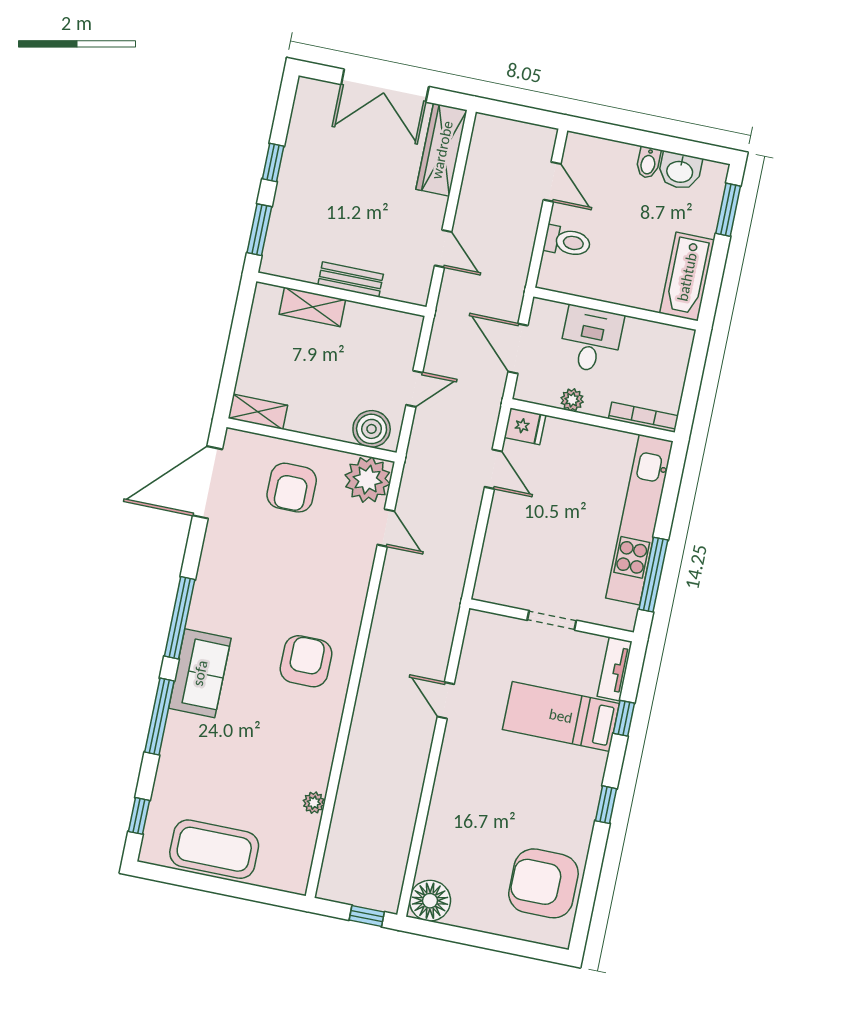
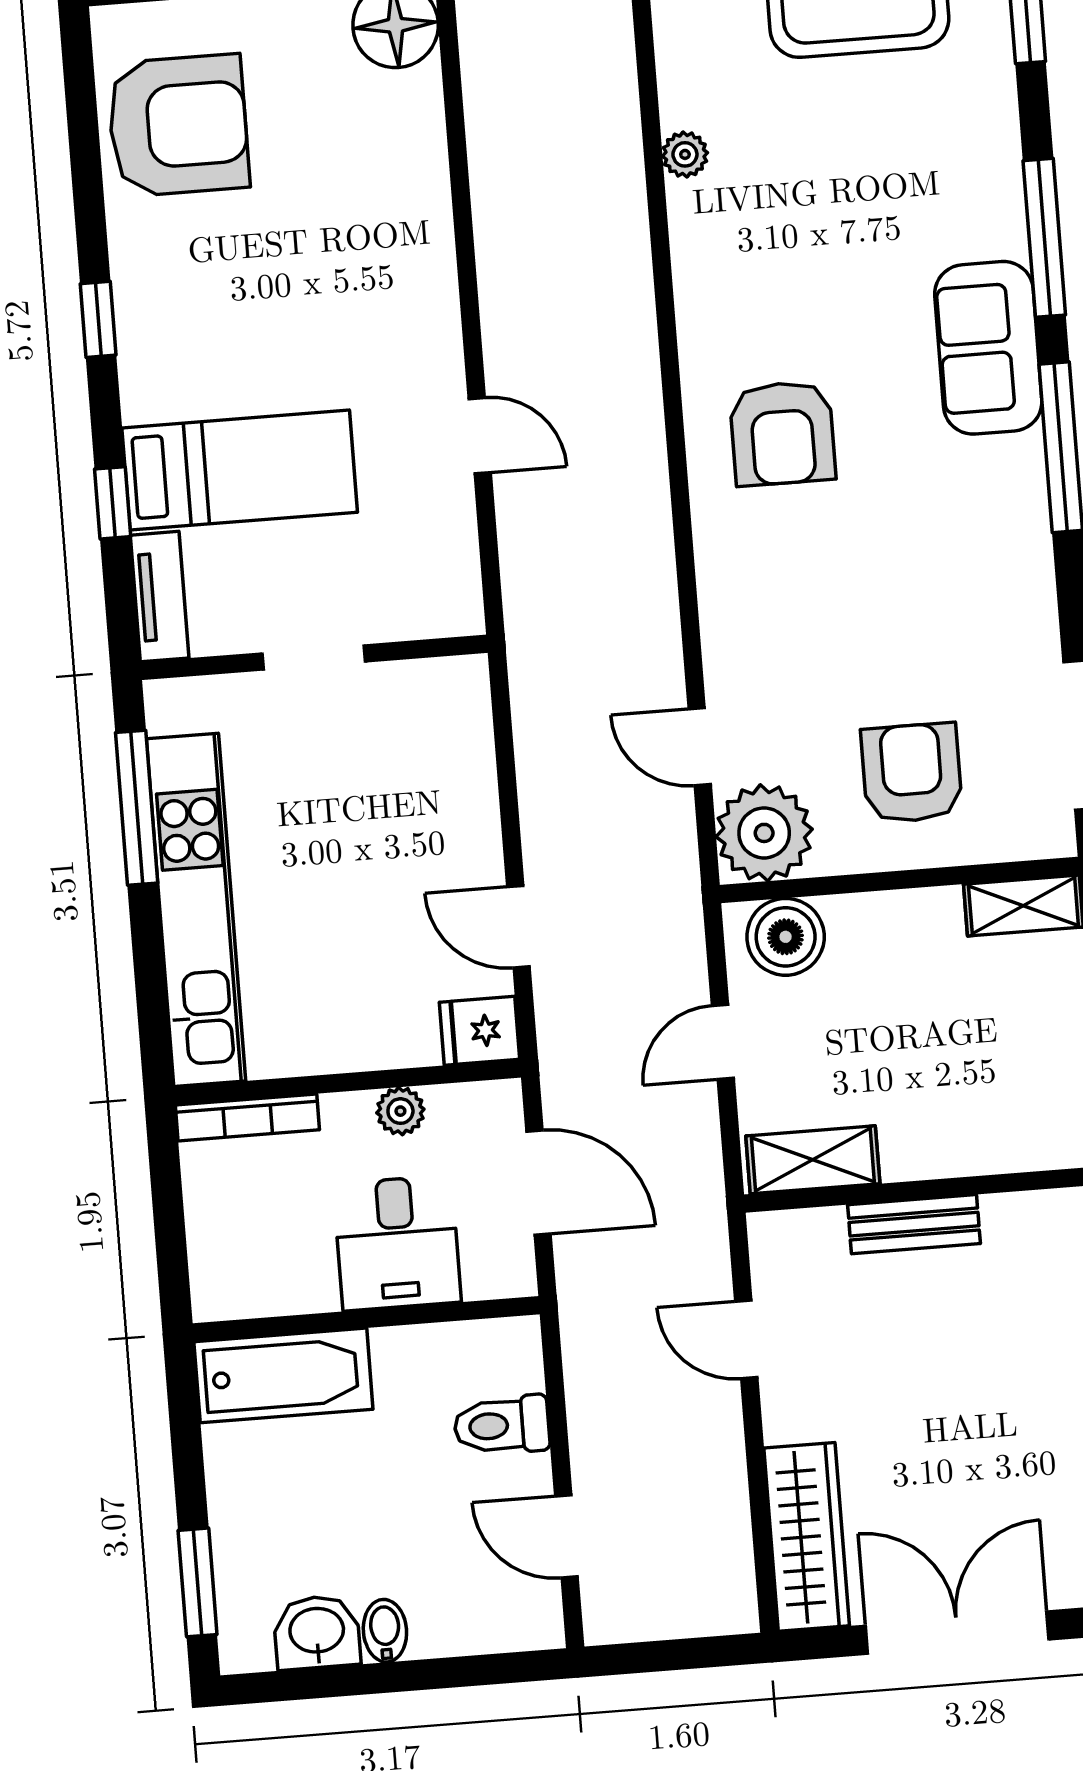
bathtub: (687, 277) -> (283, 1375), moved, turned 90
shelving: (312, 307) -> (813, 1160), moved

